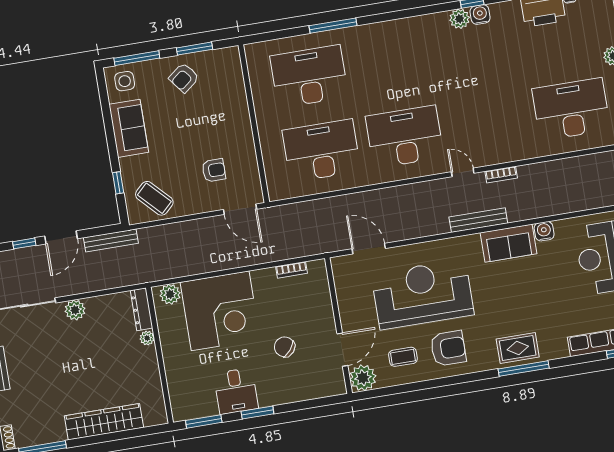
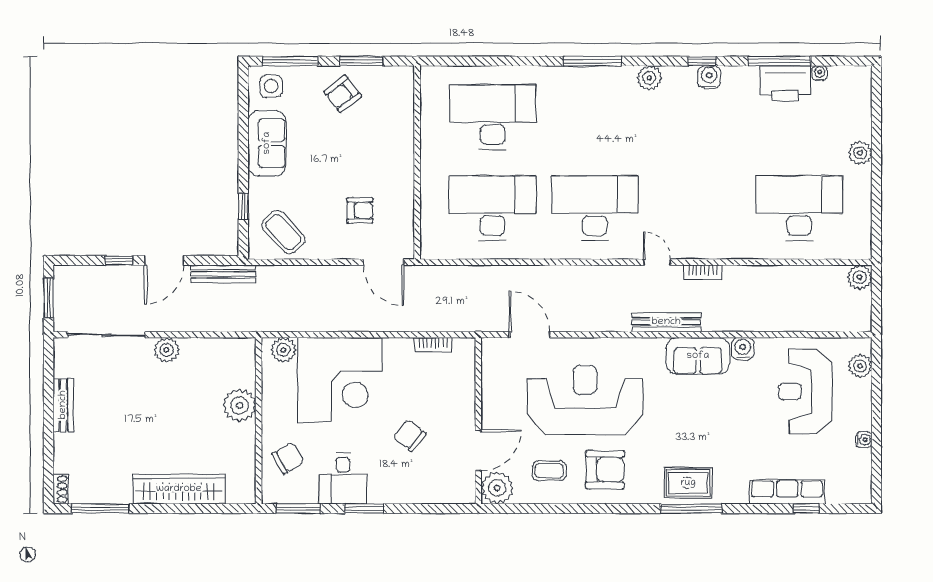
plant: (460, 19) -> (649, 78), moved
window: (333, 26) -> (593, 61), moved
dresser: (142, 309) -> (246, 362), removed
plant: (147, 338) -> (239, 405), width x1.87, depth x1.87
chair: (189, 382) -> (288, 458), added

